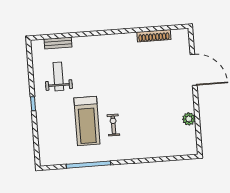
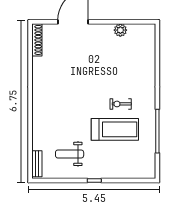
shoe rack: (154, 36) -> (37, 40), moved
bench: (58, 43) -> (37, 164), moved

